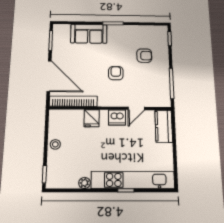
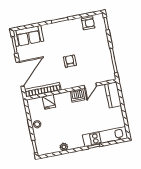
sofa: (89, 34) -> (28, 36), moved
armchair: (144, 56) -> (88, 23), moved
door: (49, 76) -> (20, 74), hinge flipped
fridge: (92, 118) -> (49, 102), moved
kitchen unit: (133, 180) -> (105, 137), width x0.73

